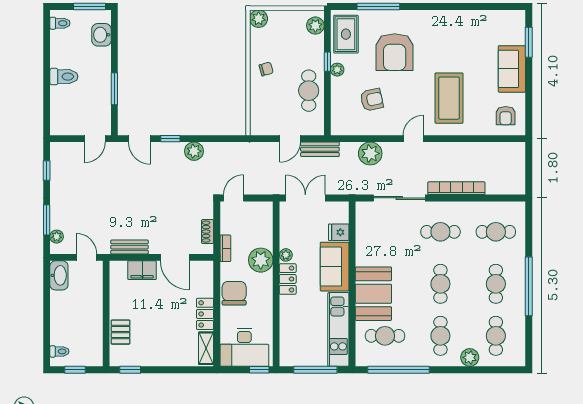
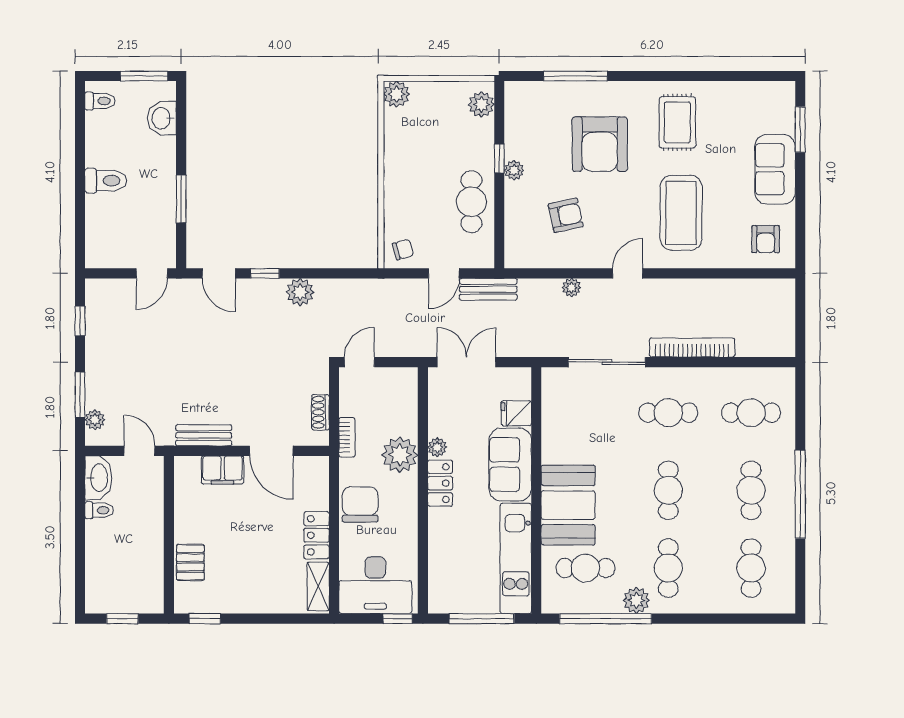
rug: (346, 34) -> (677, 122), moved
chair: (266, 69) -> (403, 250), moved
plant: (370, 153) -> (571, 288), width x0.53, depth x0.53
toilet: (59, 351) -> (99, 510), moved
plant: (470, 357) -> (636, 600), moved

